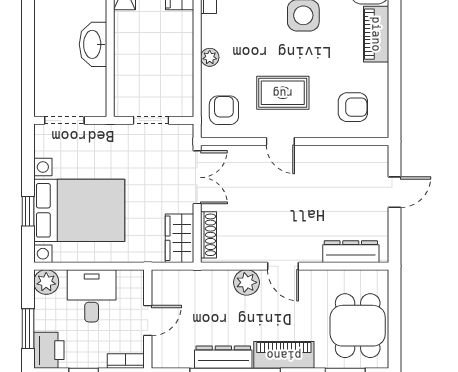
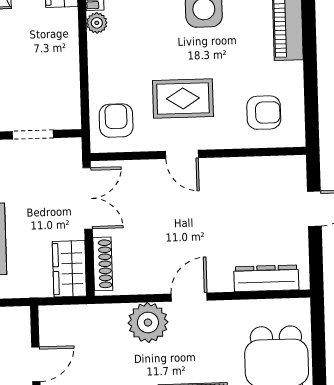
plant: (210, 57) -> (97, 23), moved
door: (283, 266) -> (189, 297), swing flipped
plant: (247, 282) -> (148, 323), width x1.36, depth x1.36

